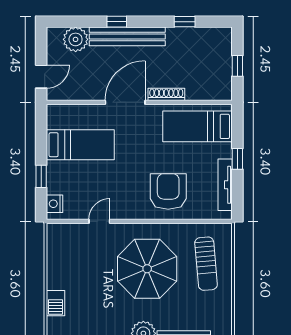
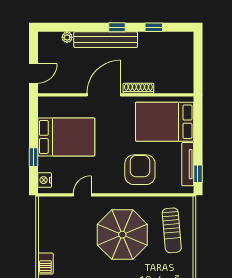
window: (117, 22) -> (117, 27), moved
plant: (76, 39) -> (67, 37), width x0.53, depth x0.53
window: (237, 66) -> (198, 64), removed
bed: (197, 126) -> (165, 122), width x1.50
bed: (80, 145) -> (66, 137), width x1.50
window: (237, 159) -> (198, 174), moved

